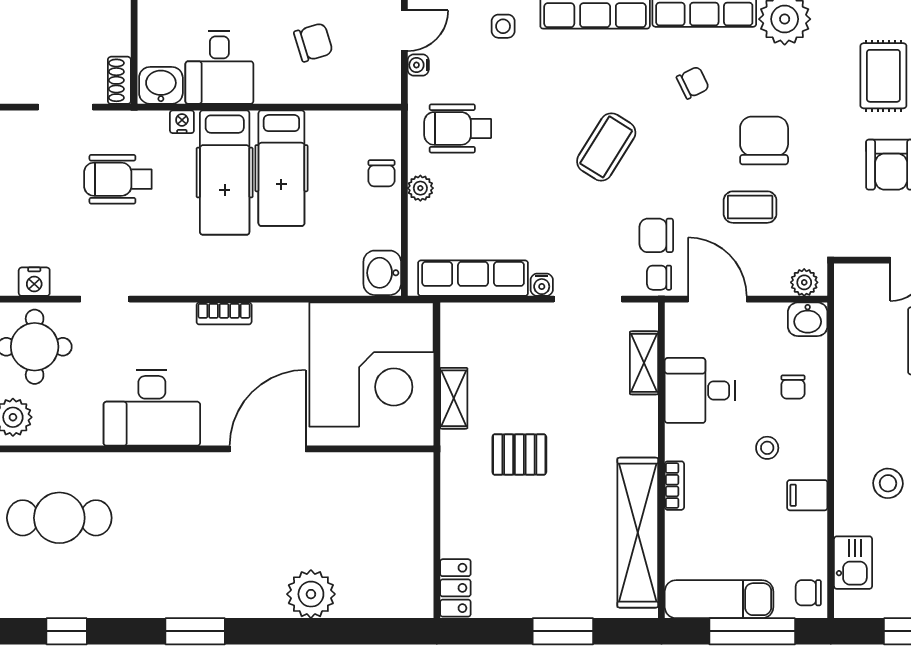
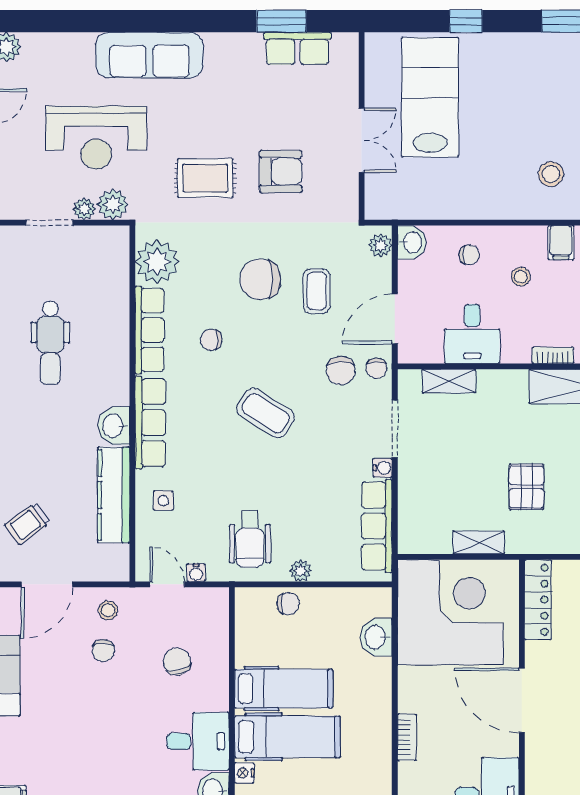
chair: (693, 83) -> (211, 340), turned -64
washbasin: (382, 273) -> (376, 637), moved, turned 90
locker: (386, 468) -> (538, 600), added

